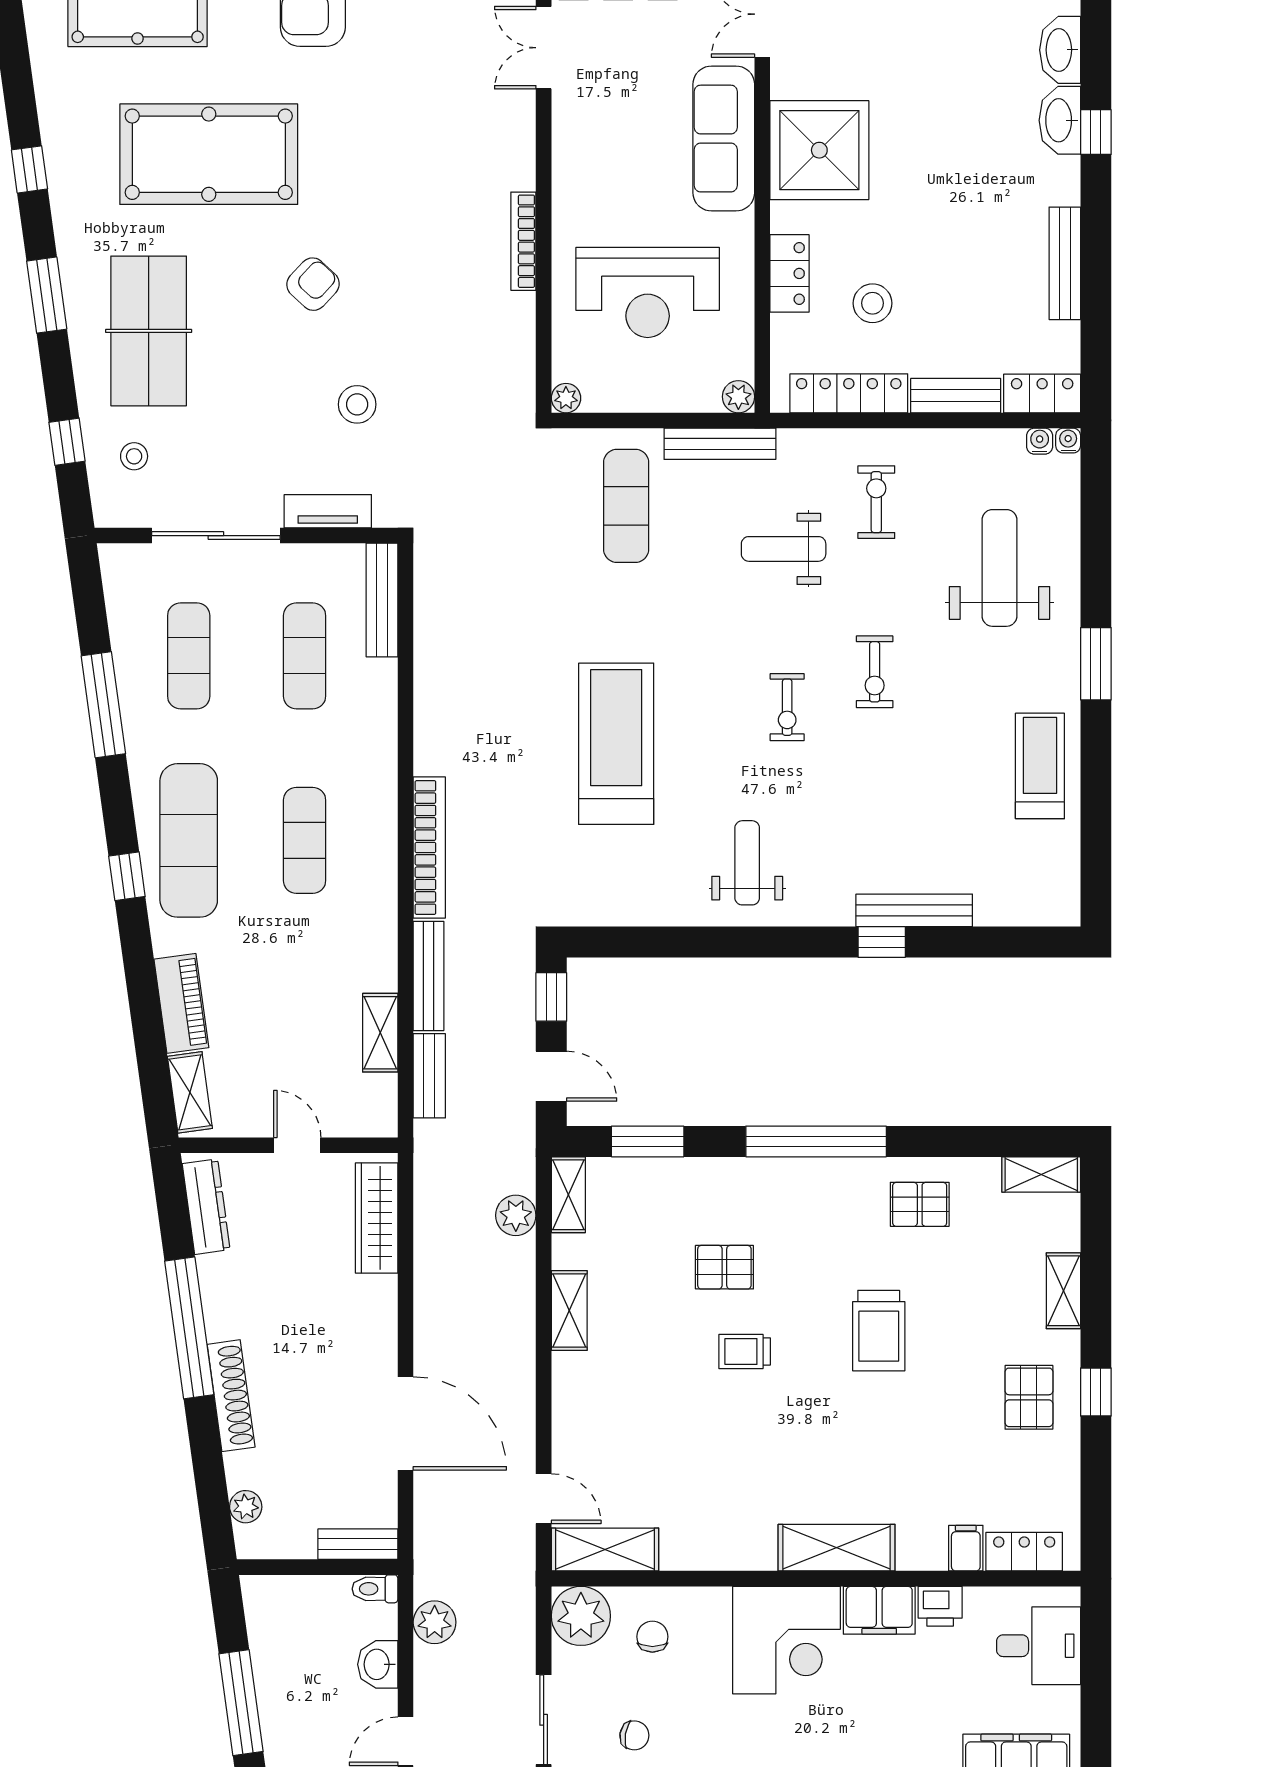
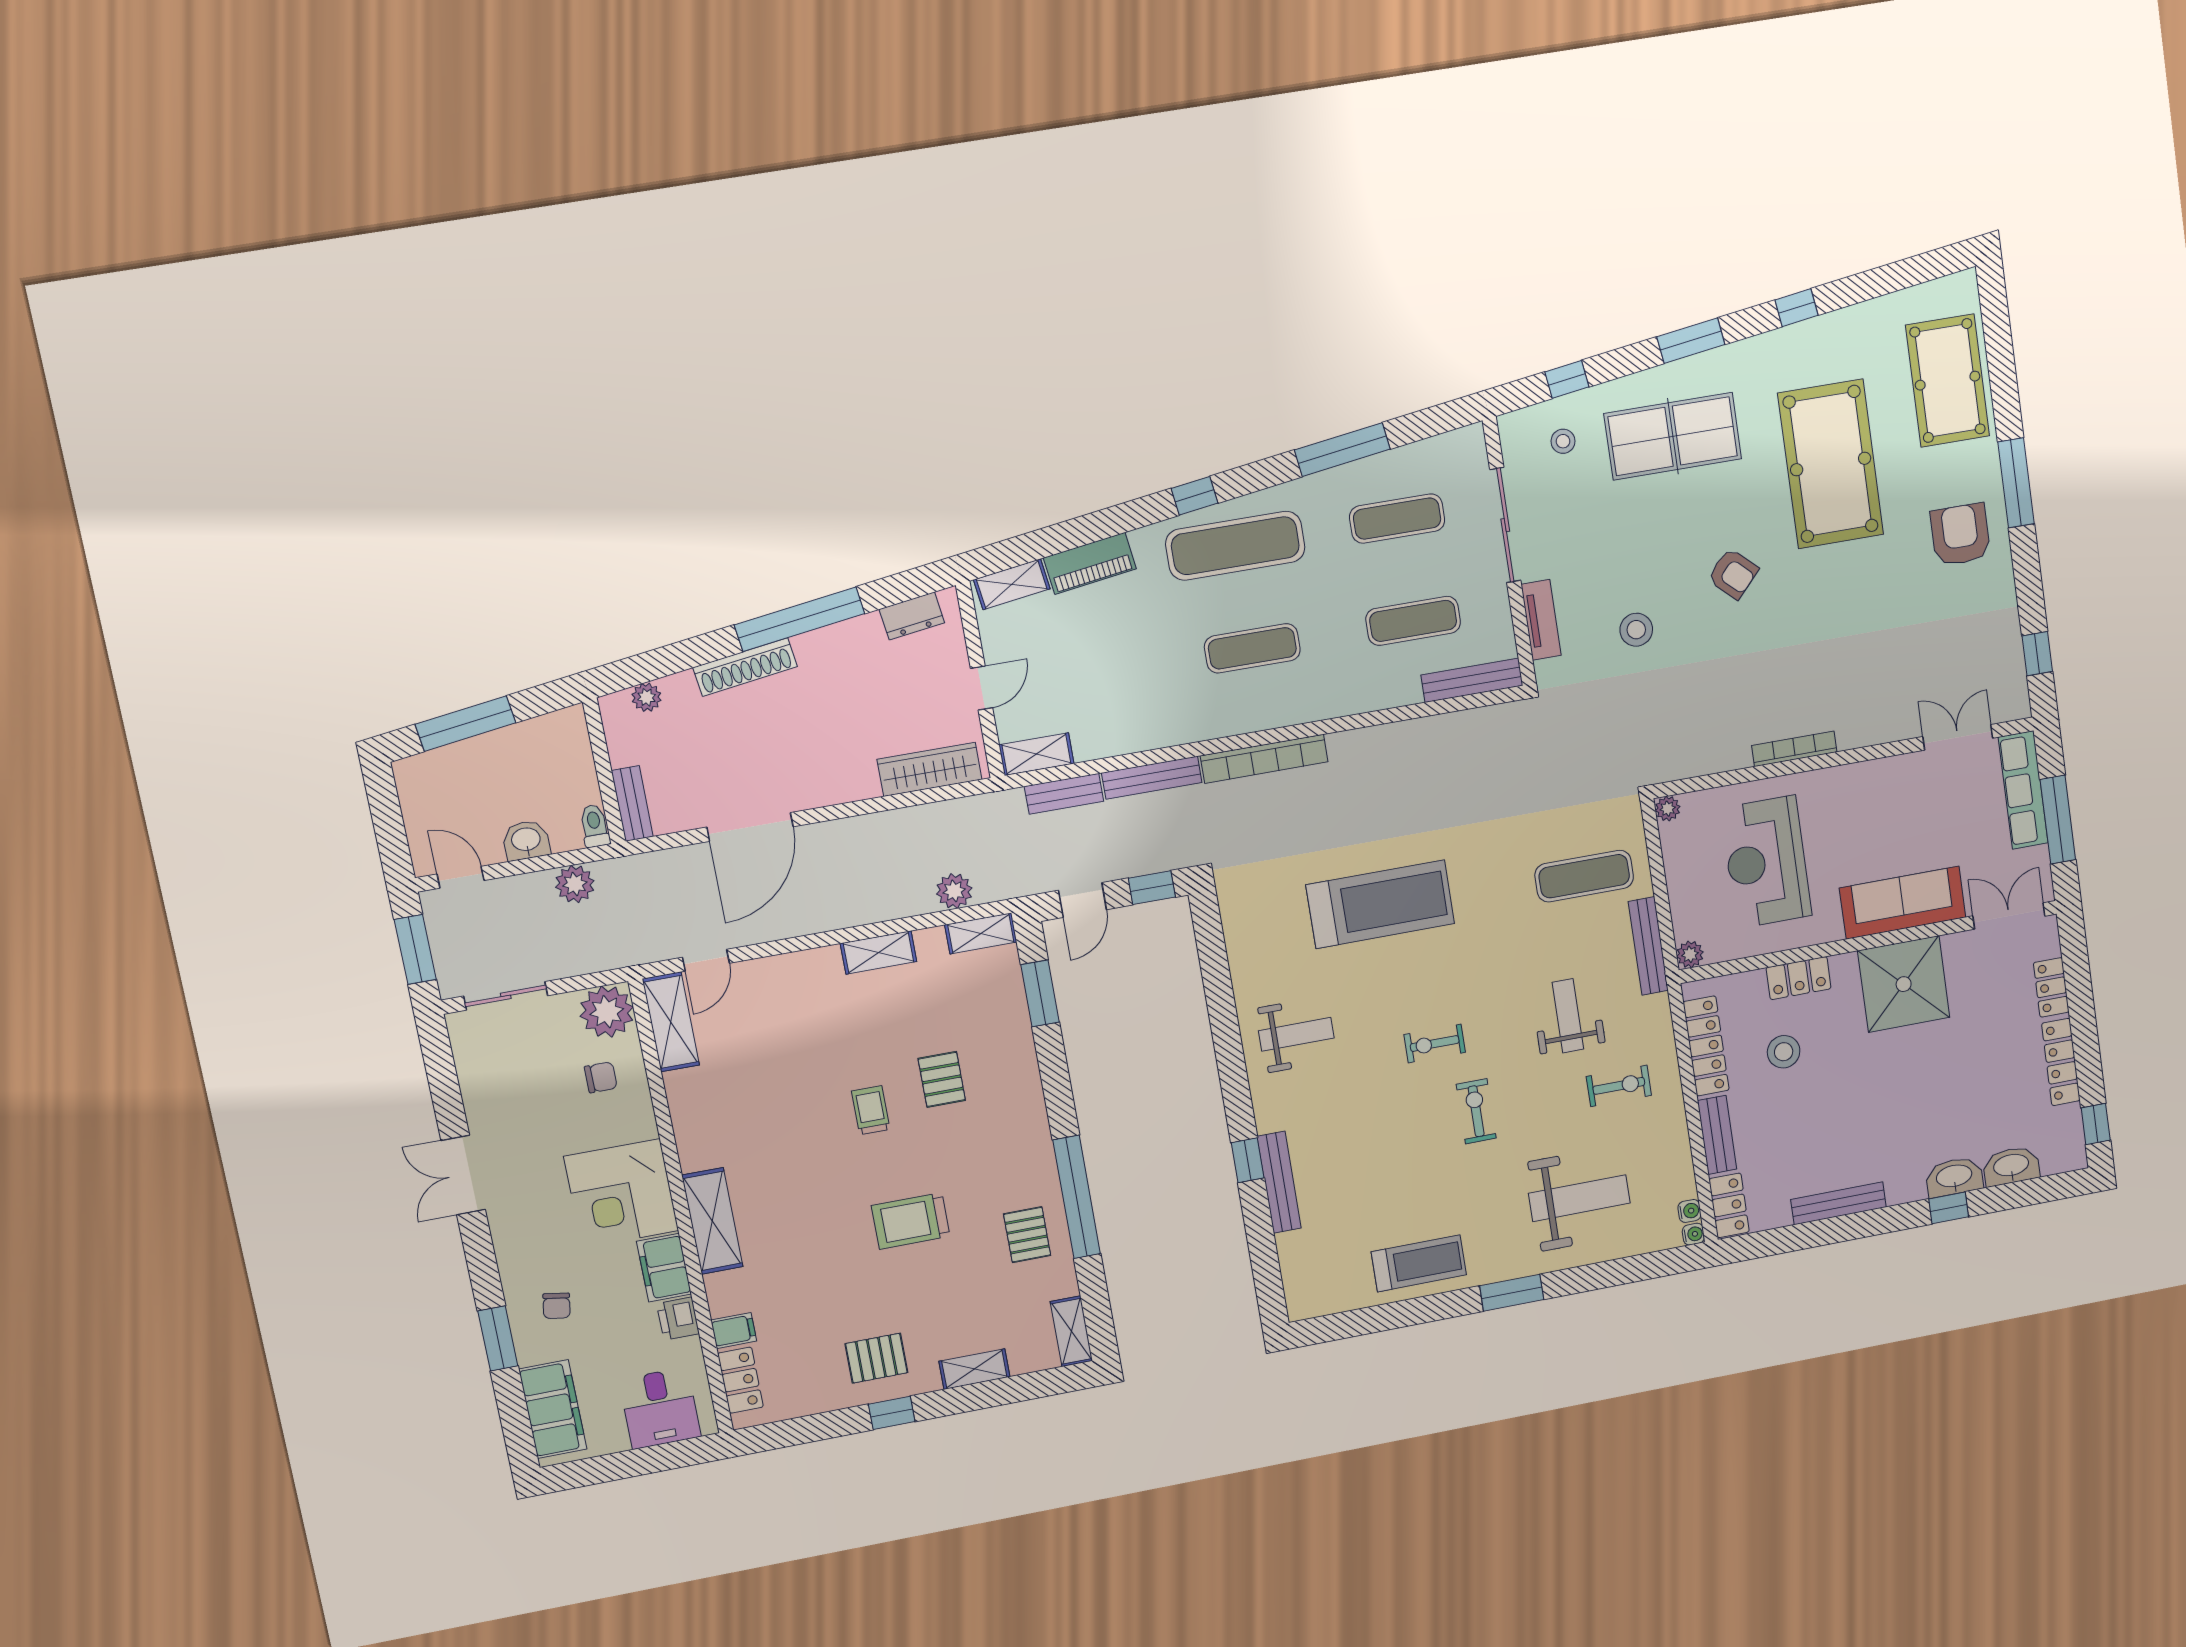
exercise bike: (875, 672) -> (1476, 1111), turned 90
shelving: (380, 1033) -> (1036, 754), moved
window: (816, 1141) -> (1077, 1197), moved
dresser: (206, 1207) -> (912, 616), width x0.70
chair: (634, 1735) -> (557, 1306), moved

